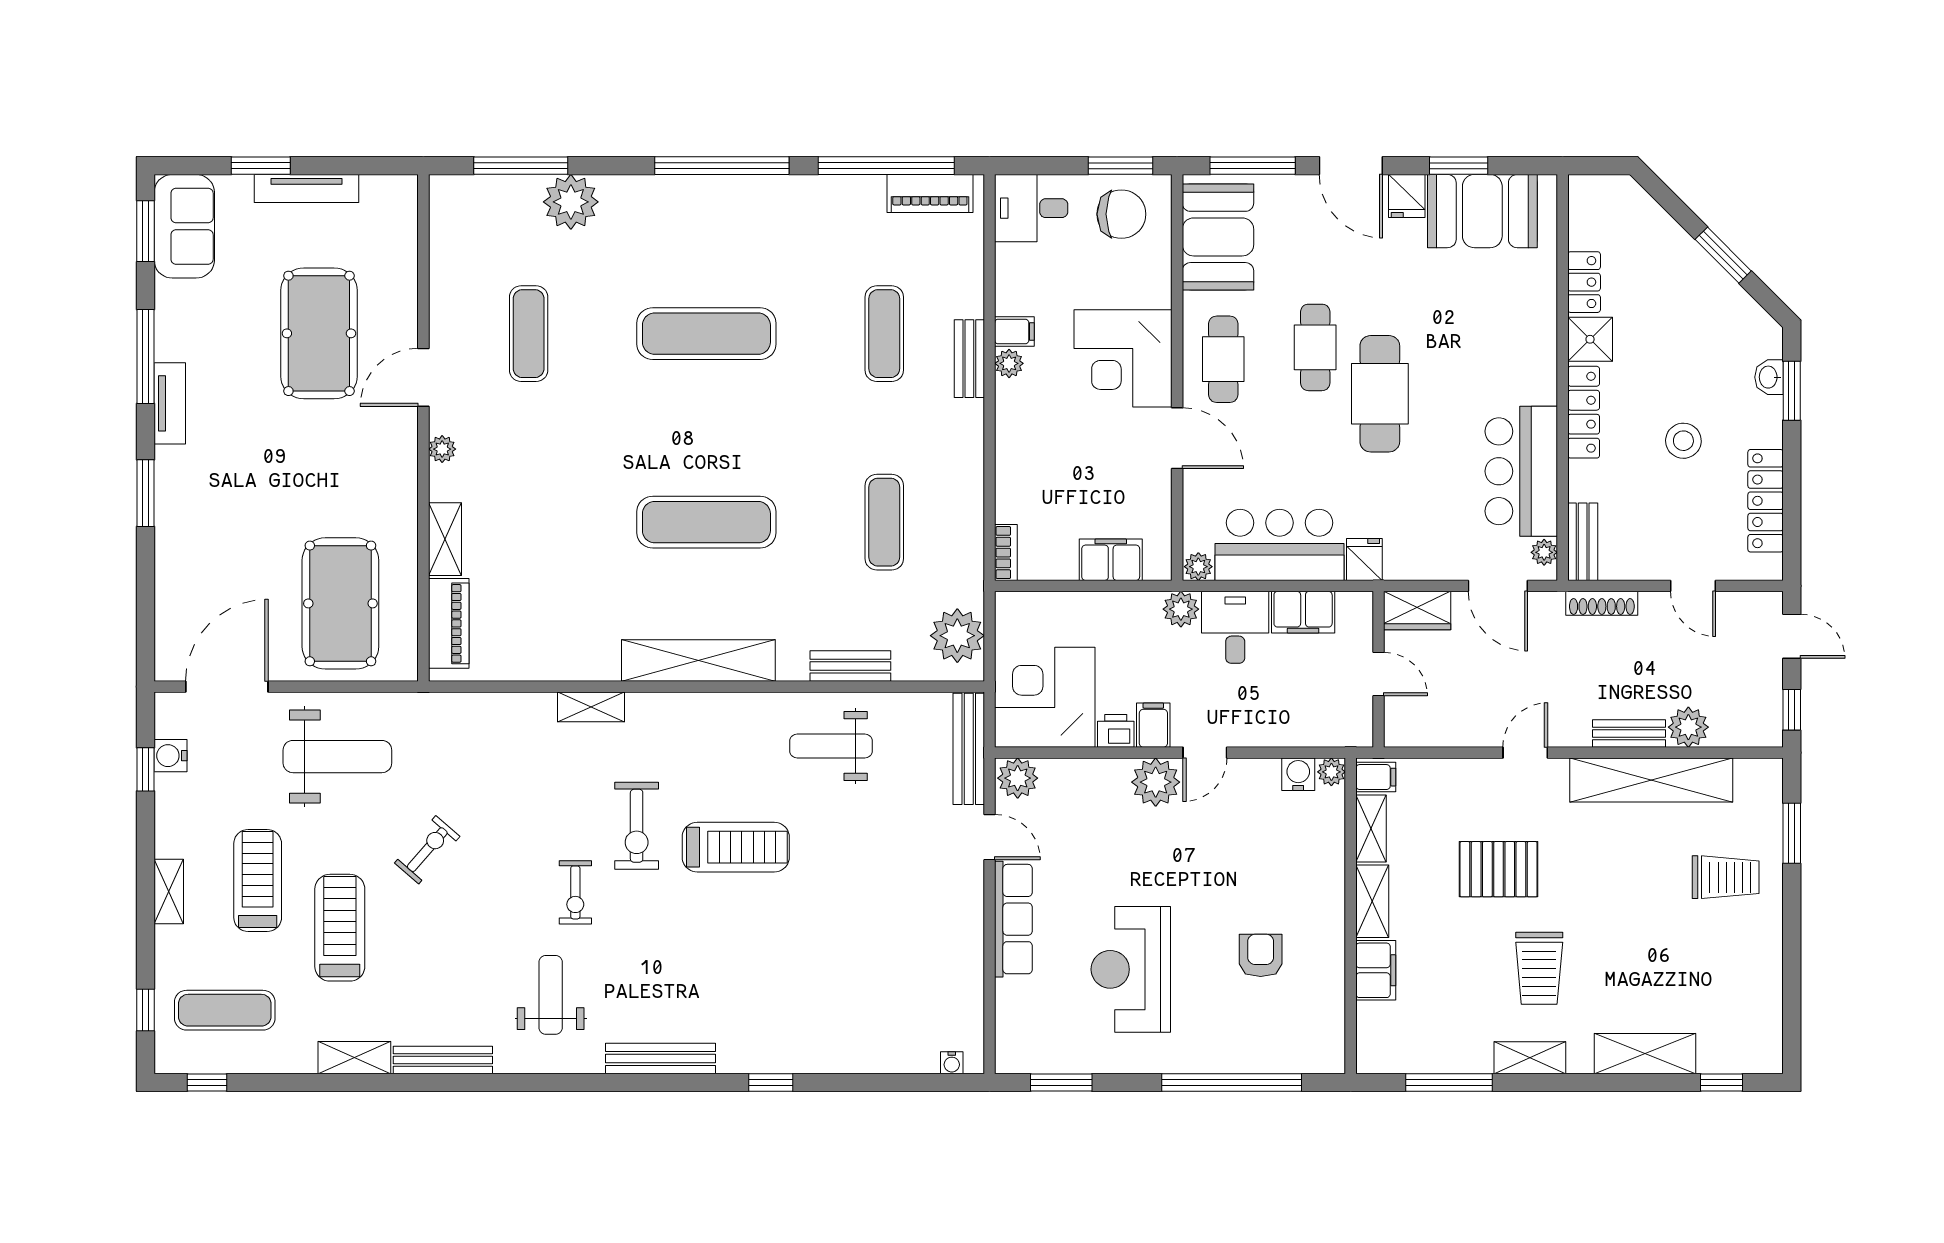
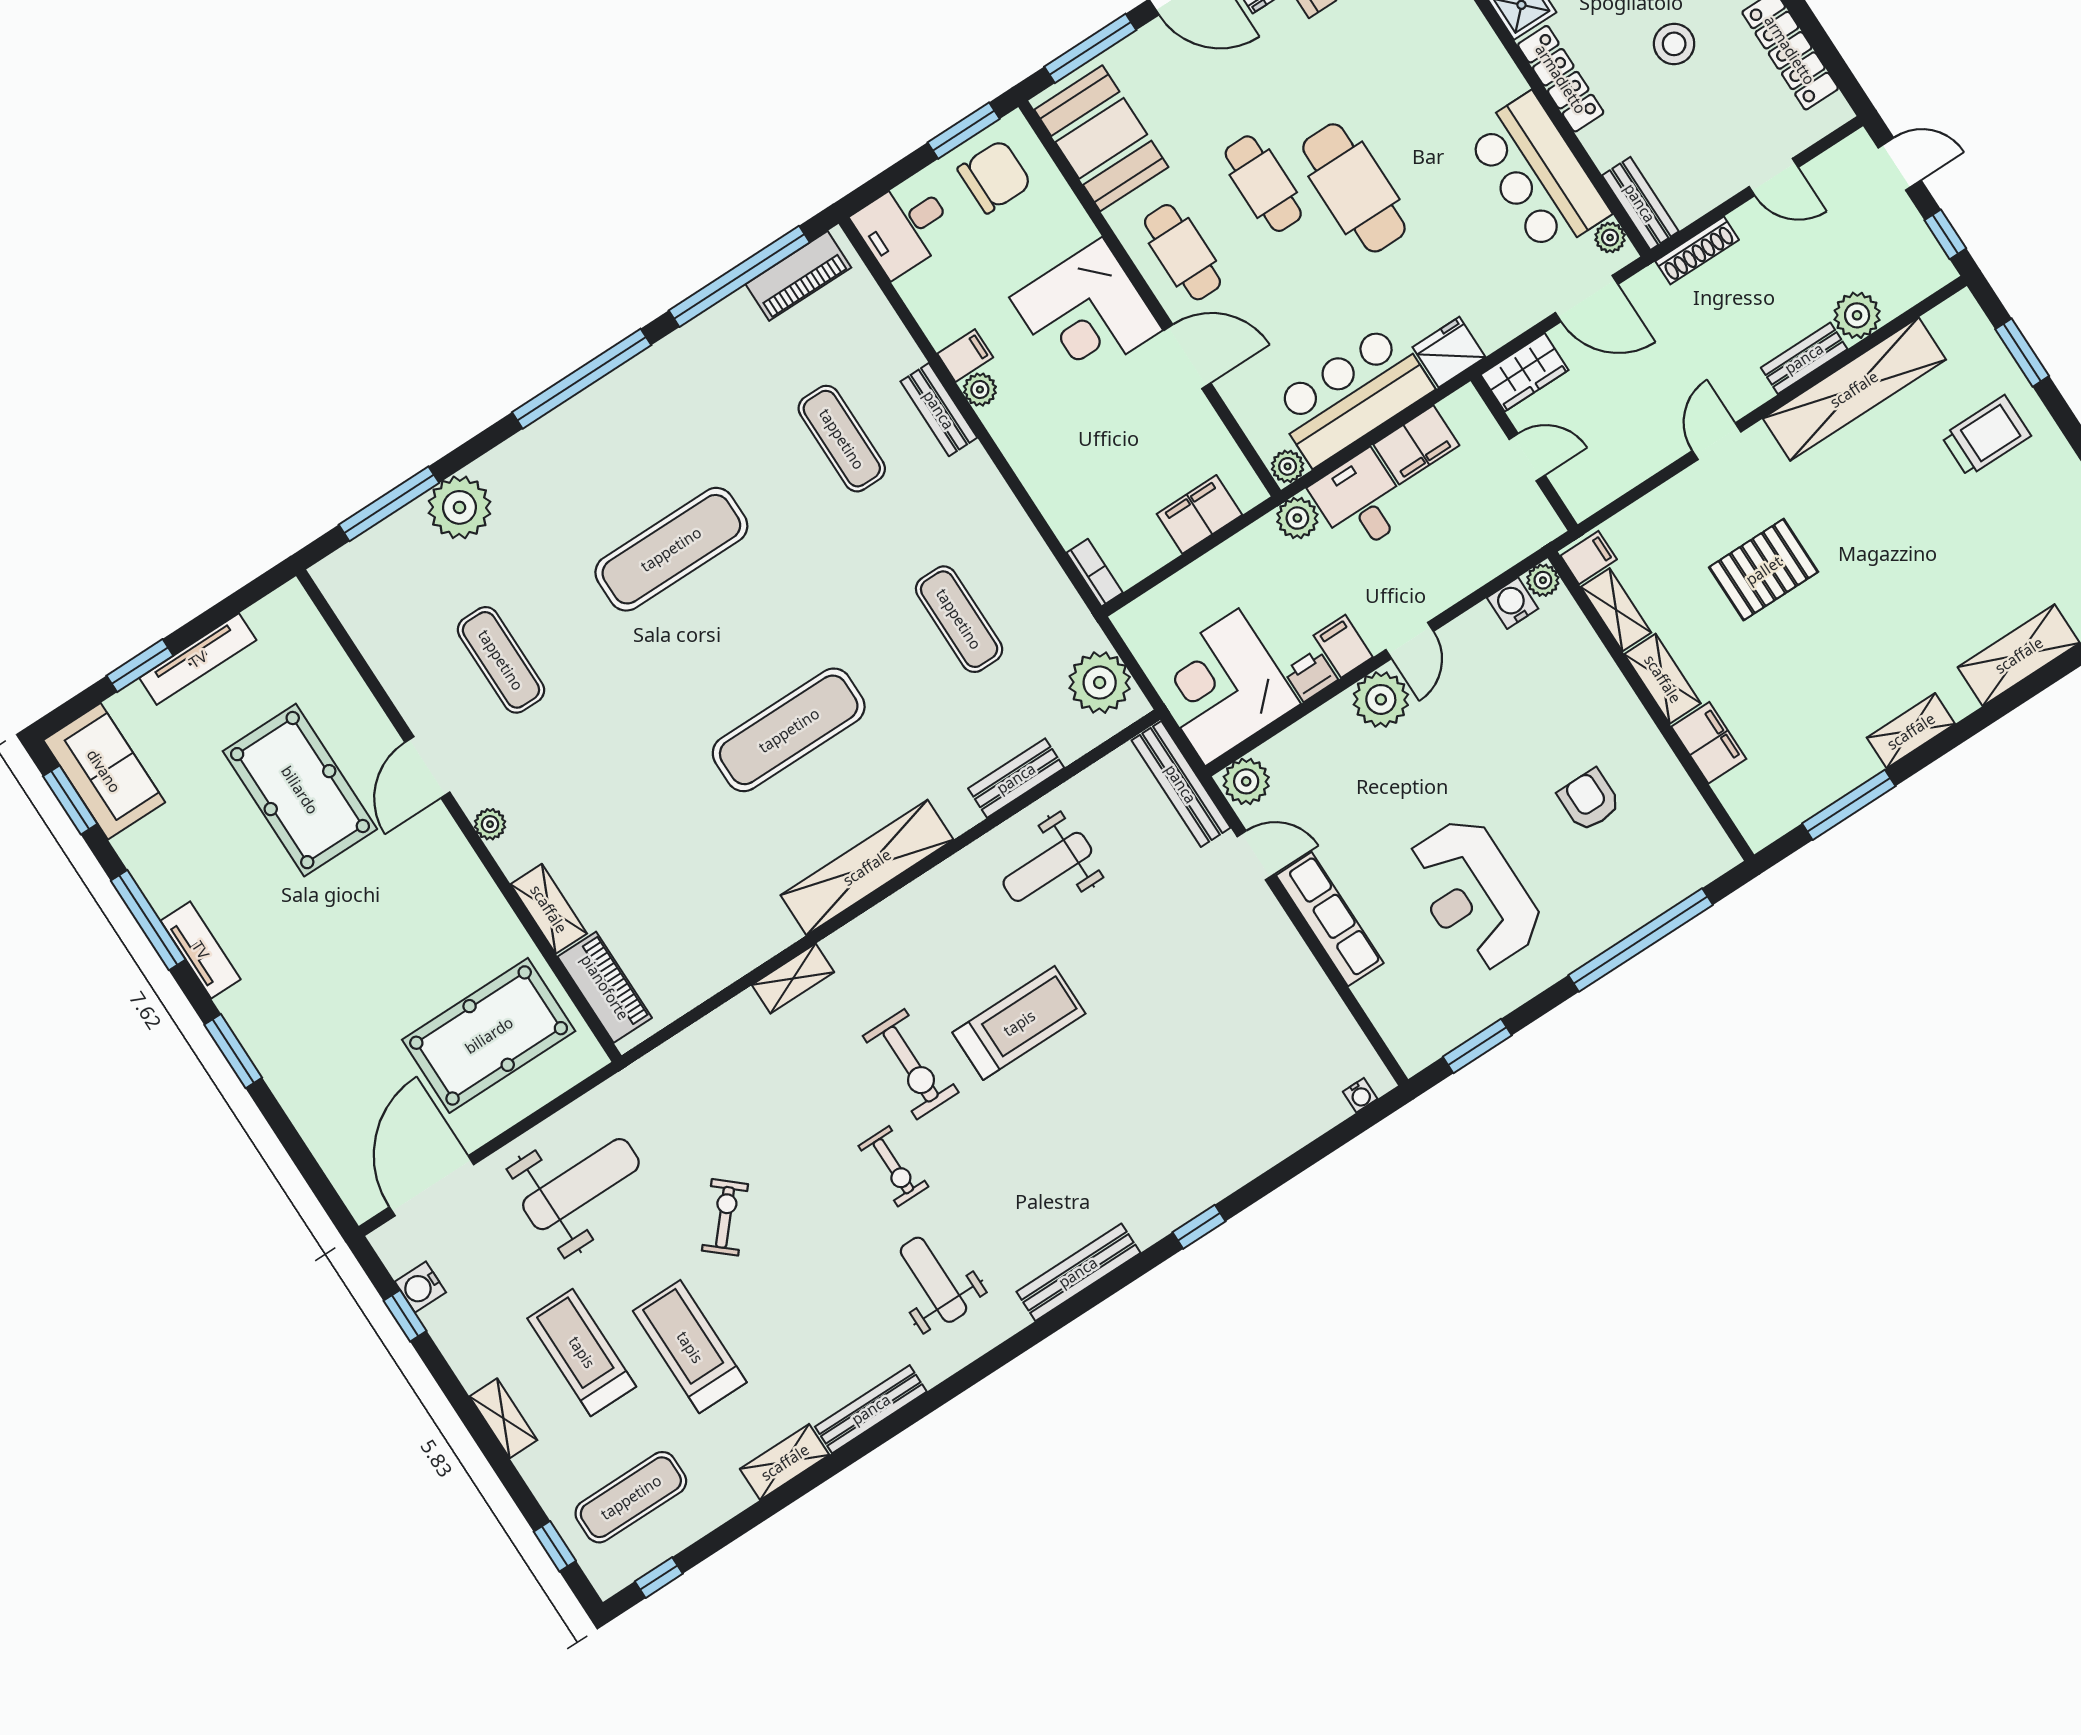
fridge: (1364, 560) -> (1449, 352), width x1.38
pool table: (340, 603) -> (489, 1035), turned 90
trolley: (1539, 968) -> (1864, 639), removed

